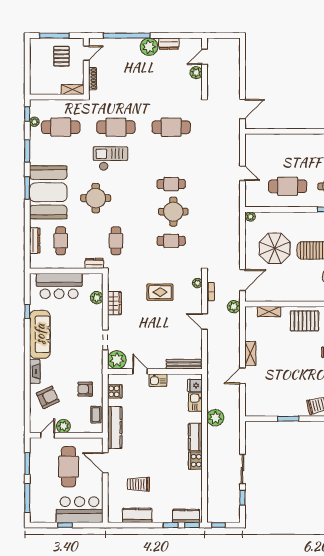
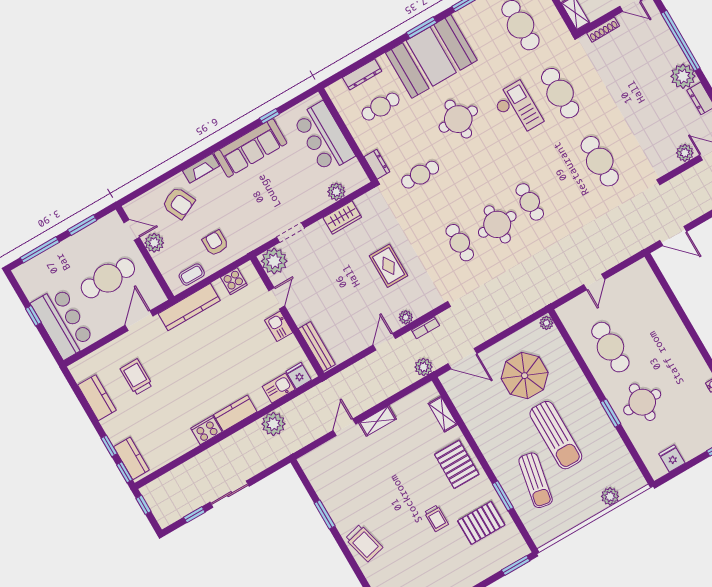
plant: (197, 283) -> (406, 317), moved
door: (242, 376) -> (344, 427), hinge flipped

